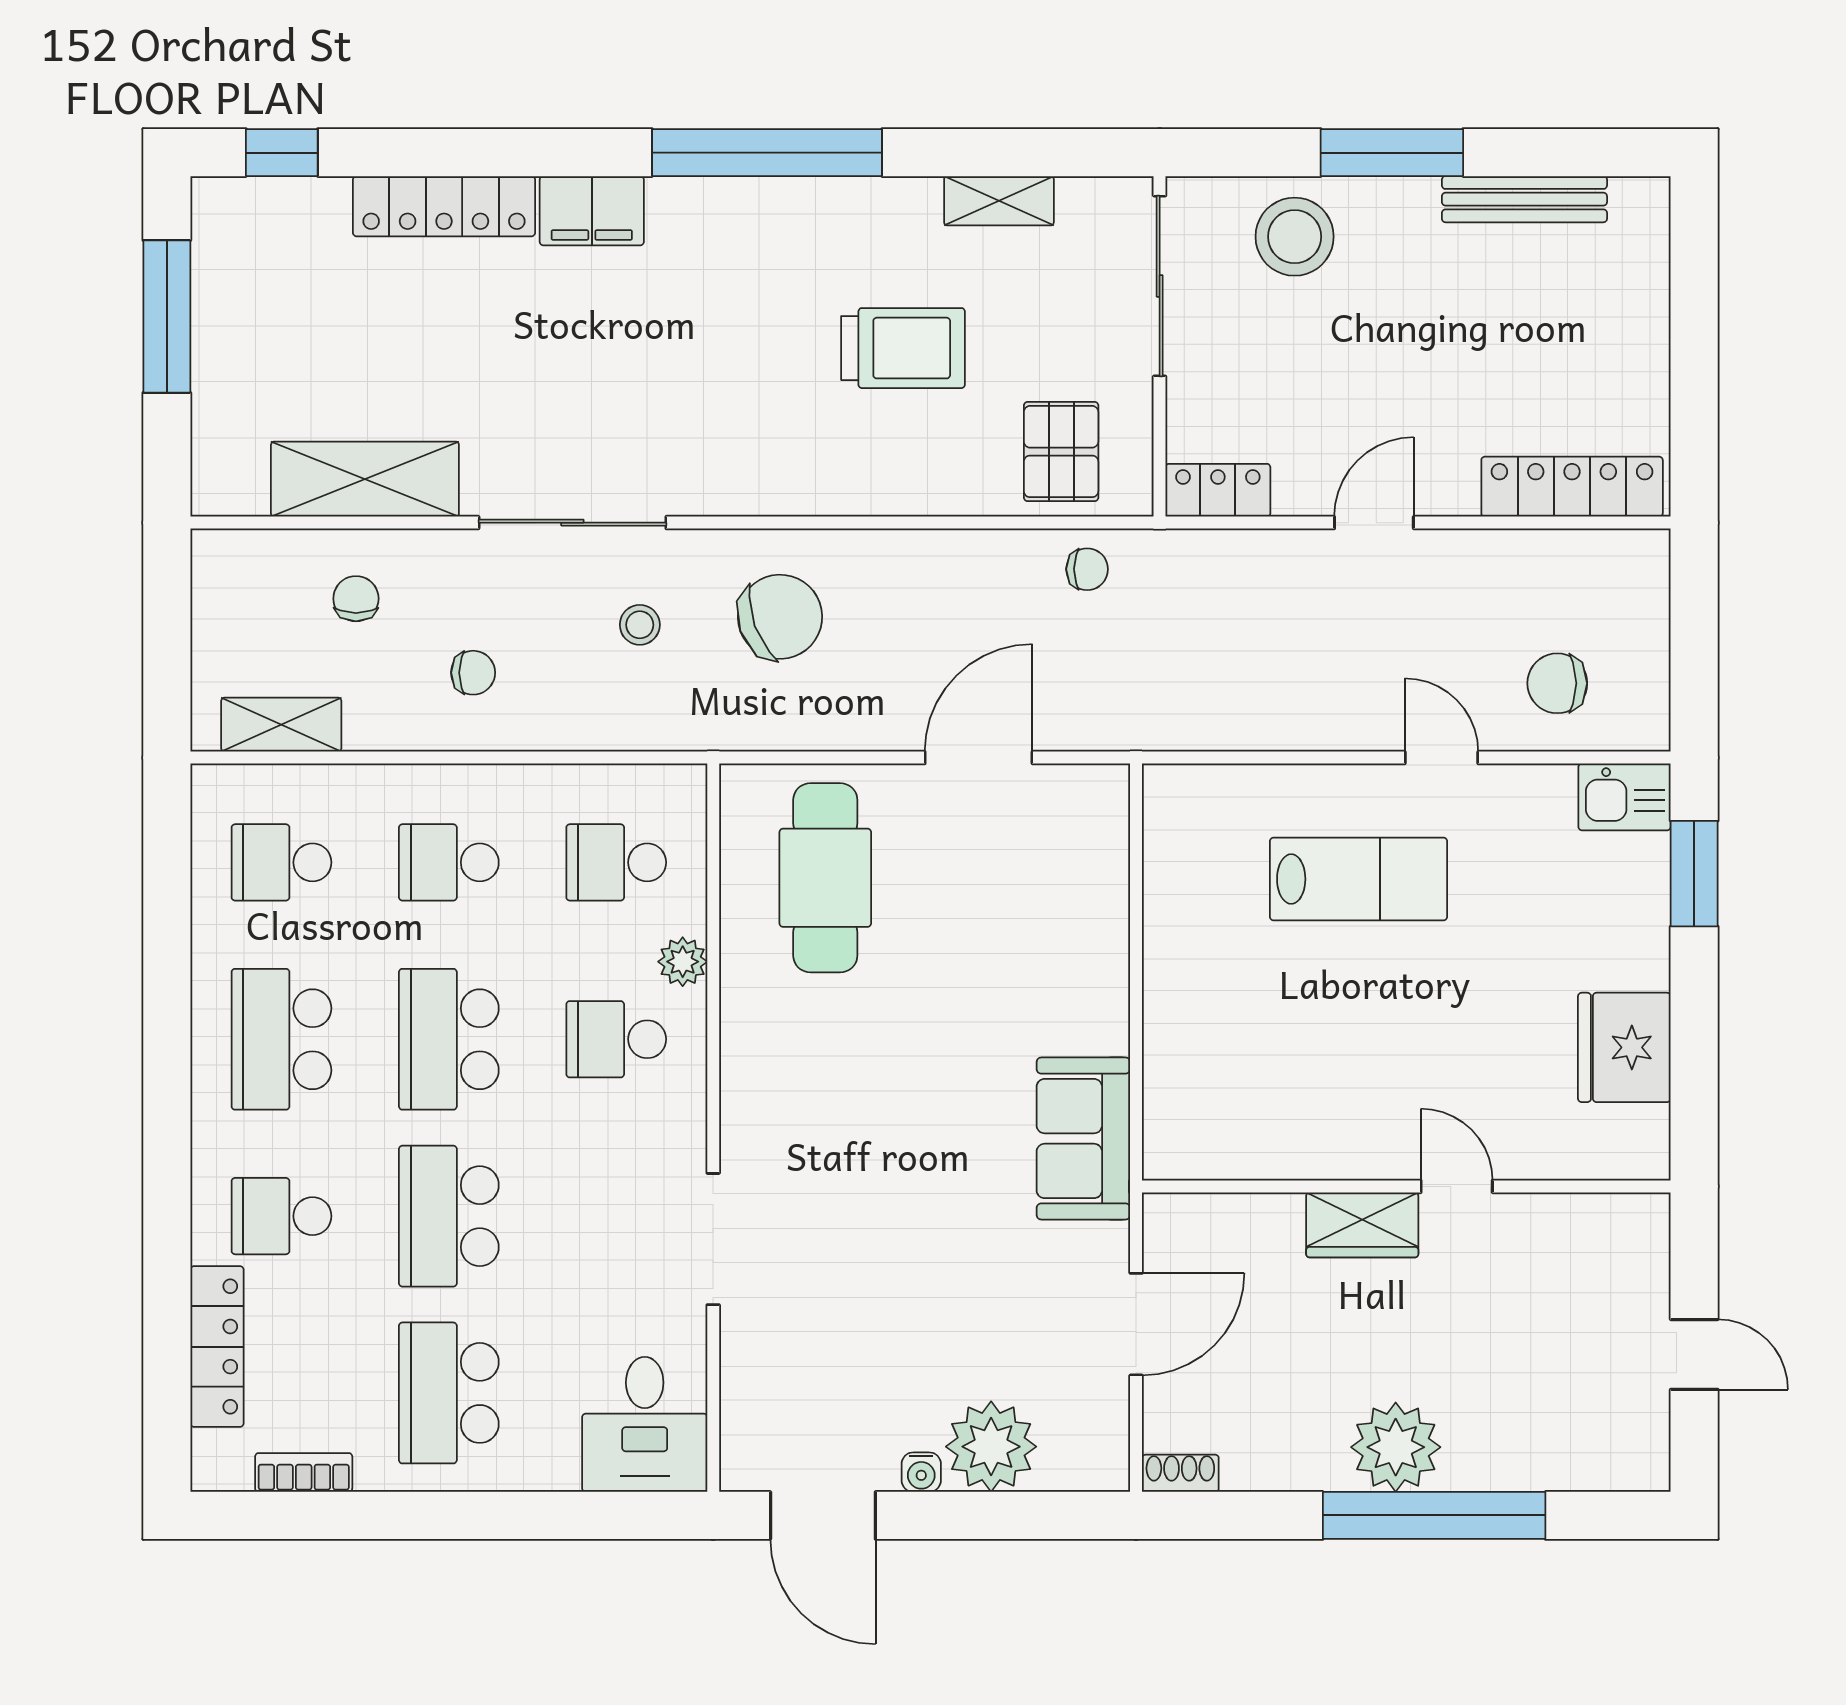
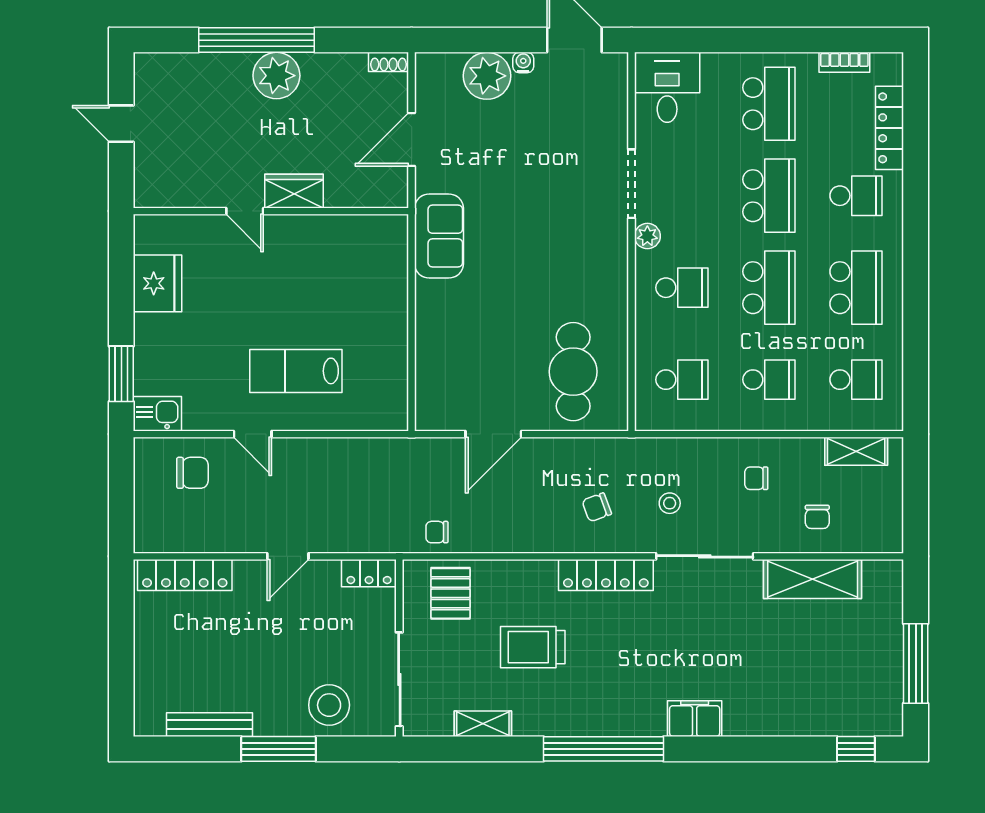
locker: (444, 206) -> (606, 575), moved, turned 180
chair: (780, 617) -> (597, 507), width x0.54, depth x0.54
plant: (683, 962) -> (647, 236), moved

